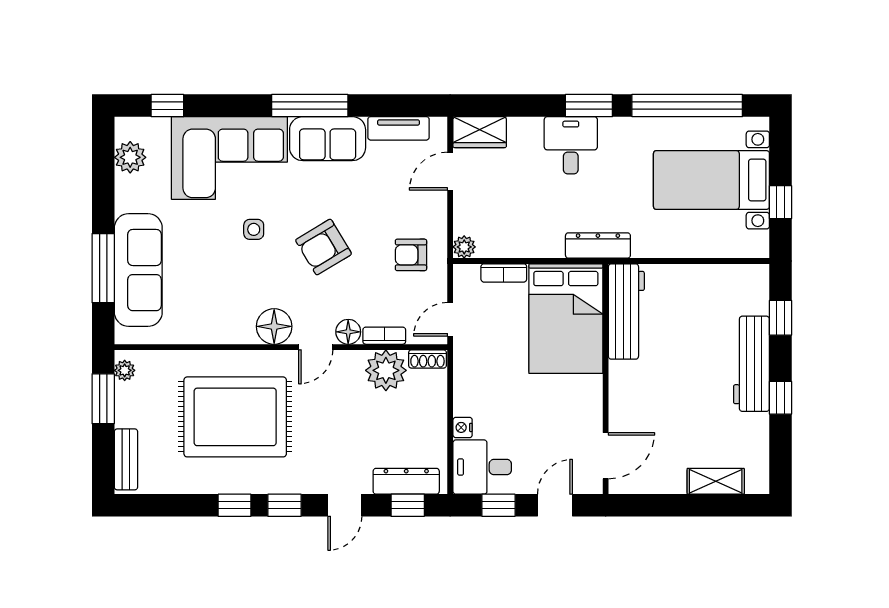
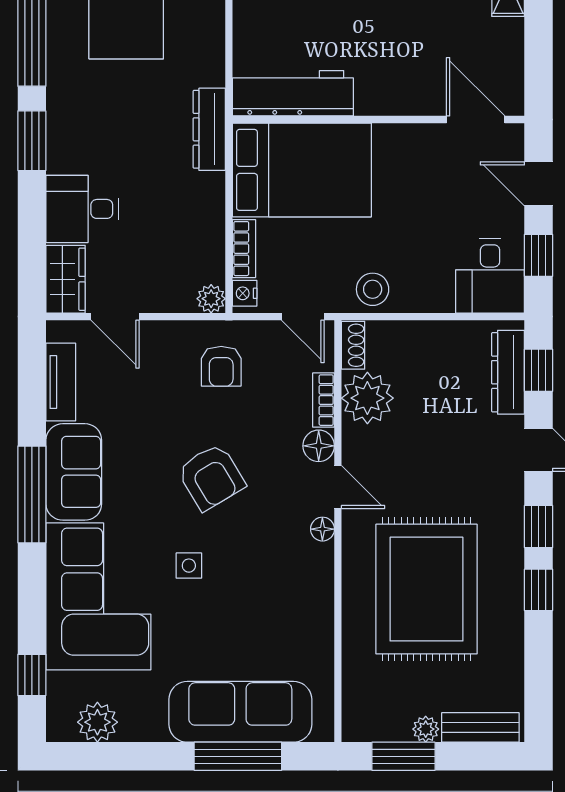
desk: (571, 145) -> (82, 209), moved
floor lamp: (274, 326) -> (322, 529), width x0.53, depth x0.53
plant: (125, 370) -> (426, 729), moved
stool: (472, 374) -> (373, 289), added
nightstand: (463, 427) -> (245, 293), moved, turned 90

